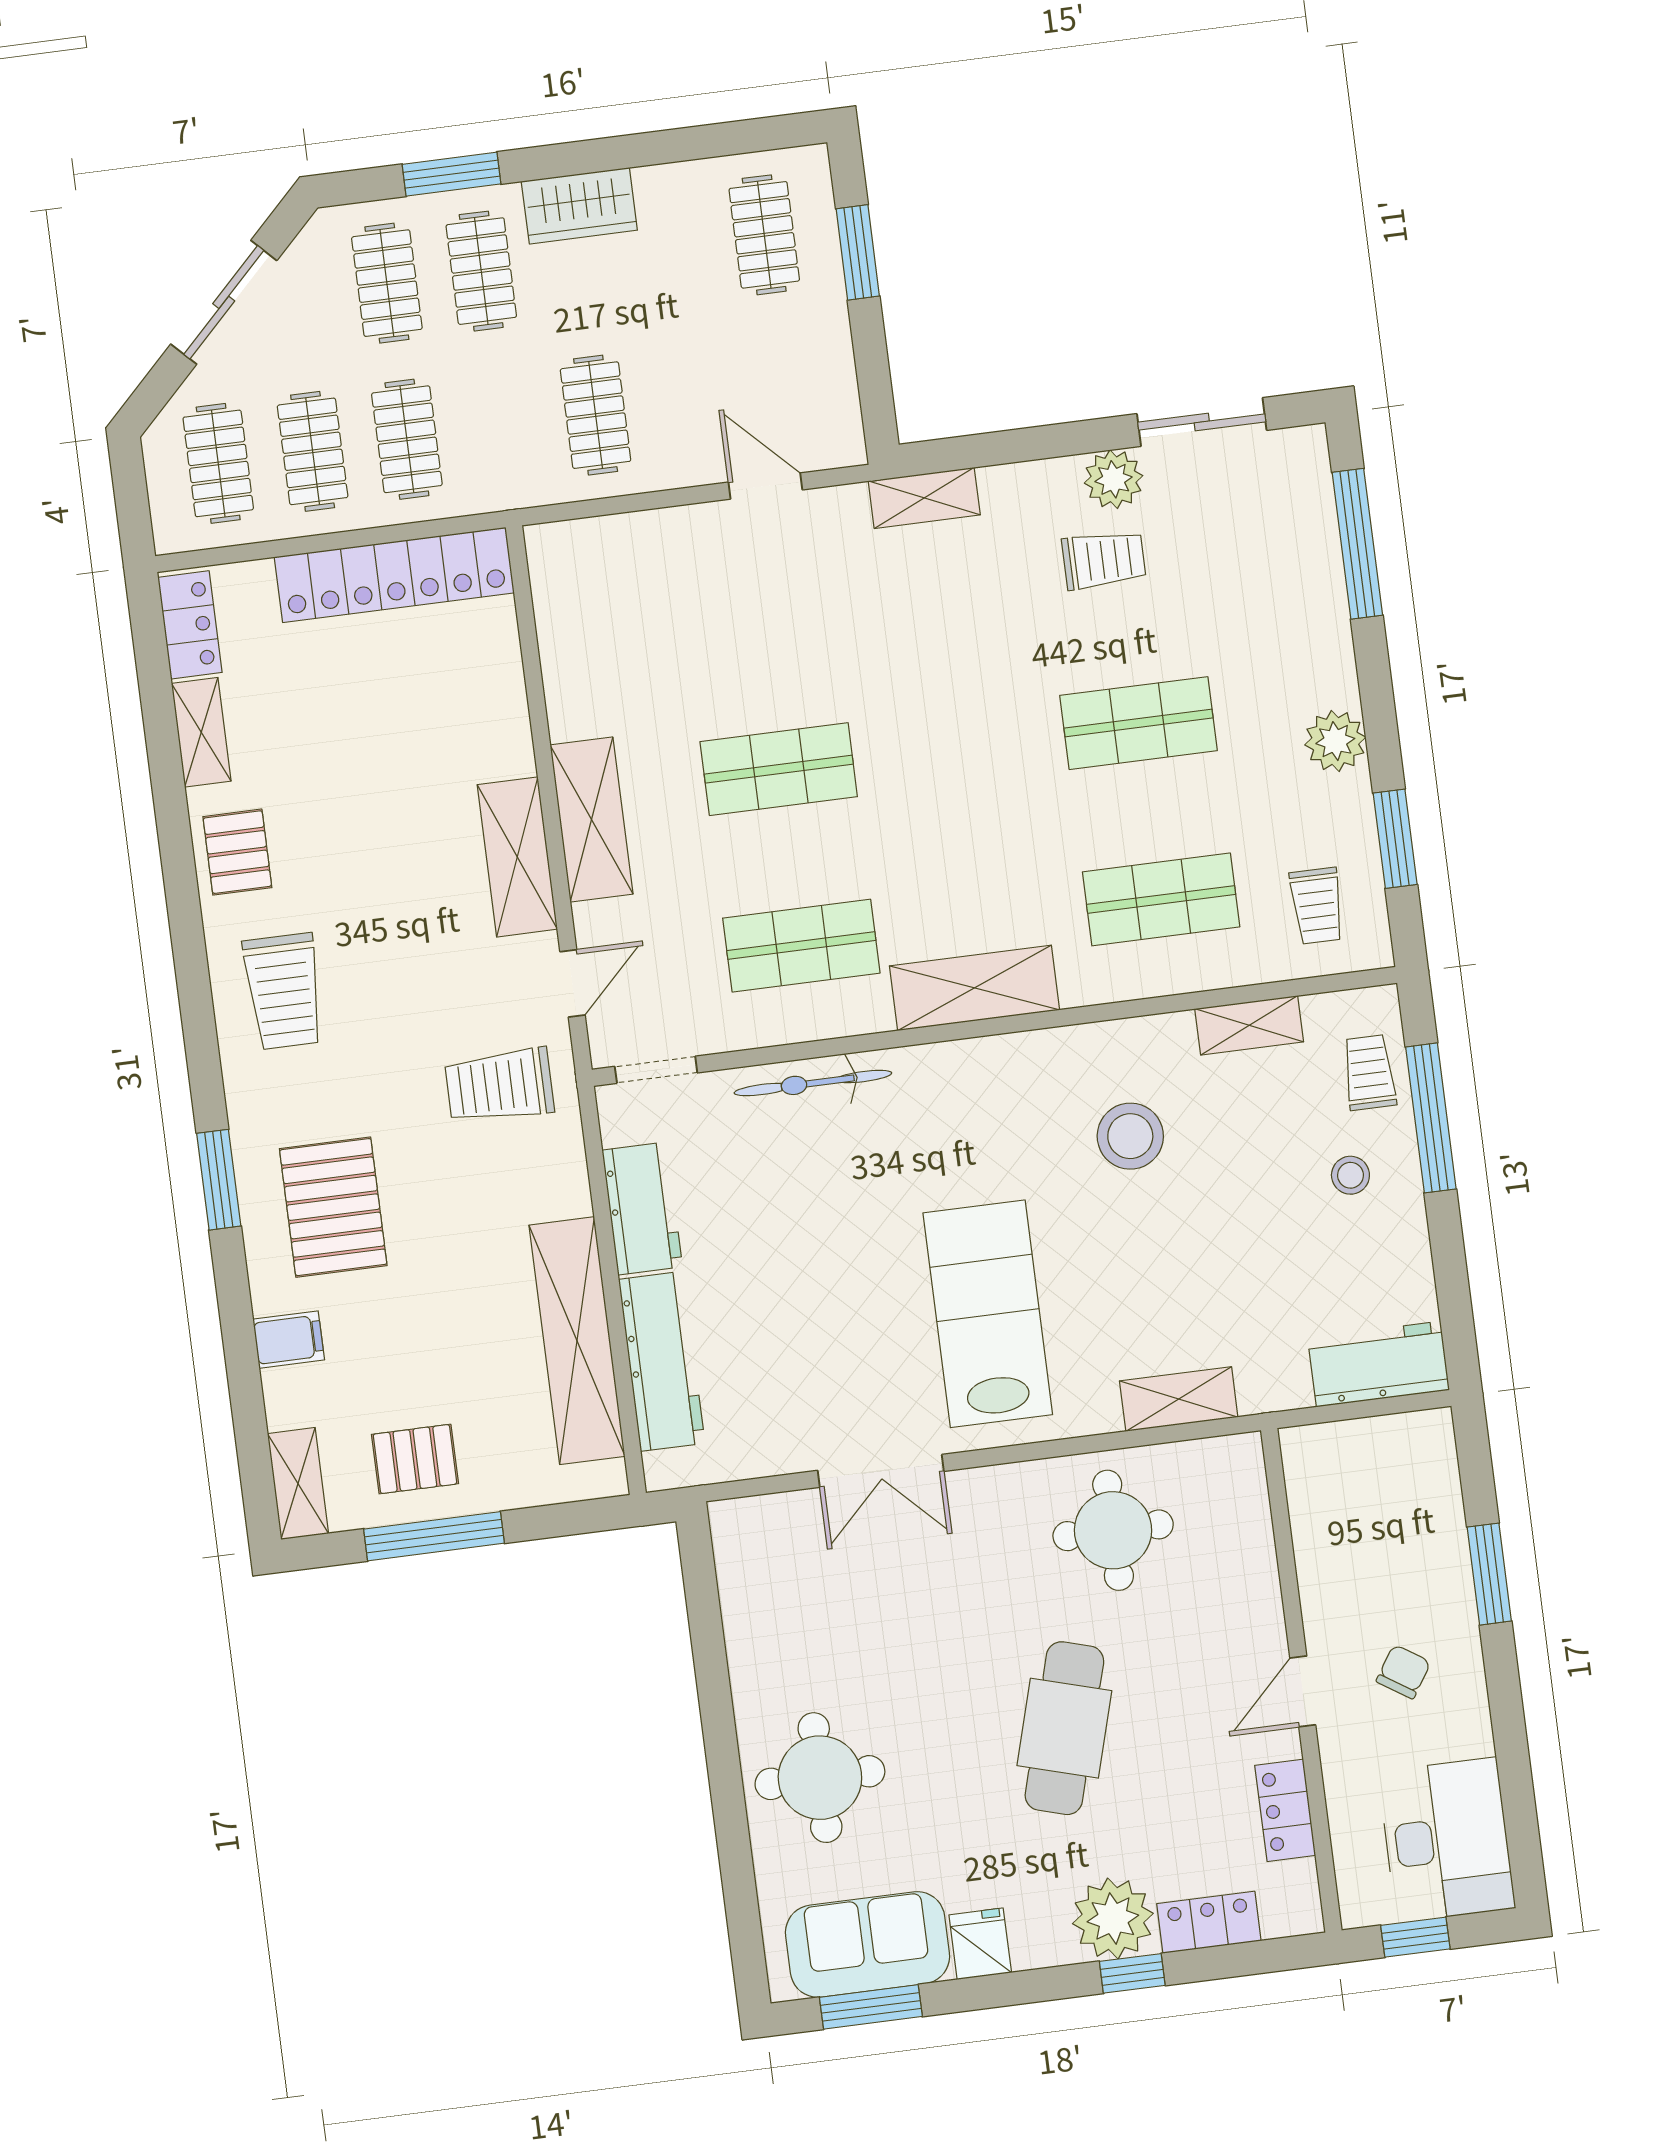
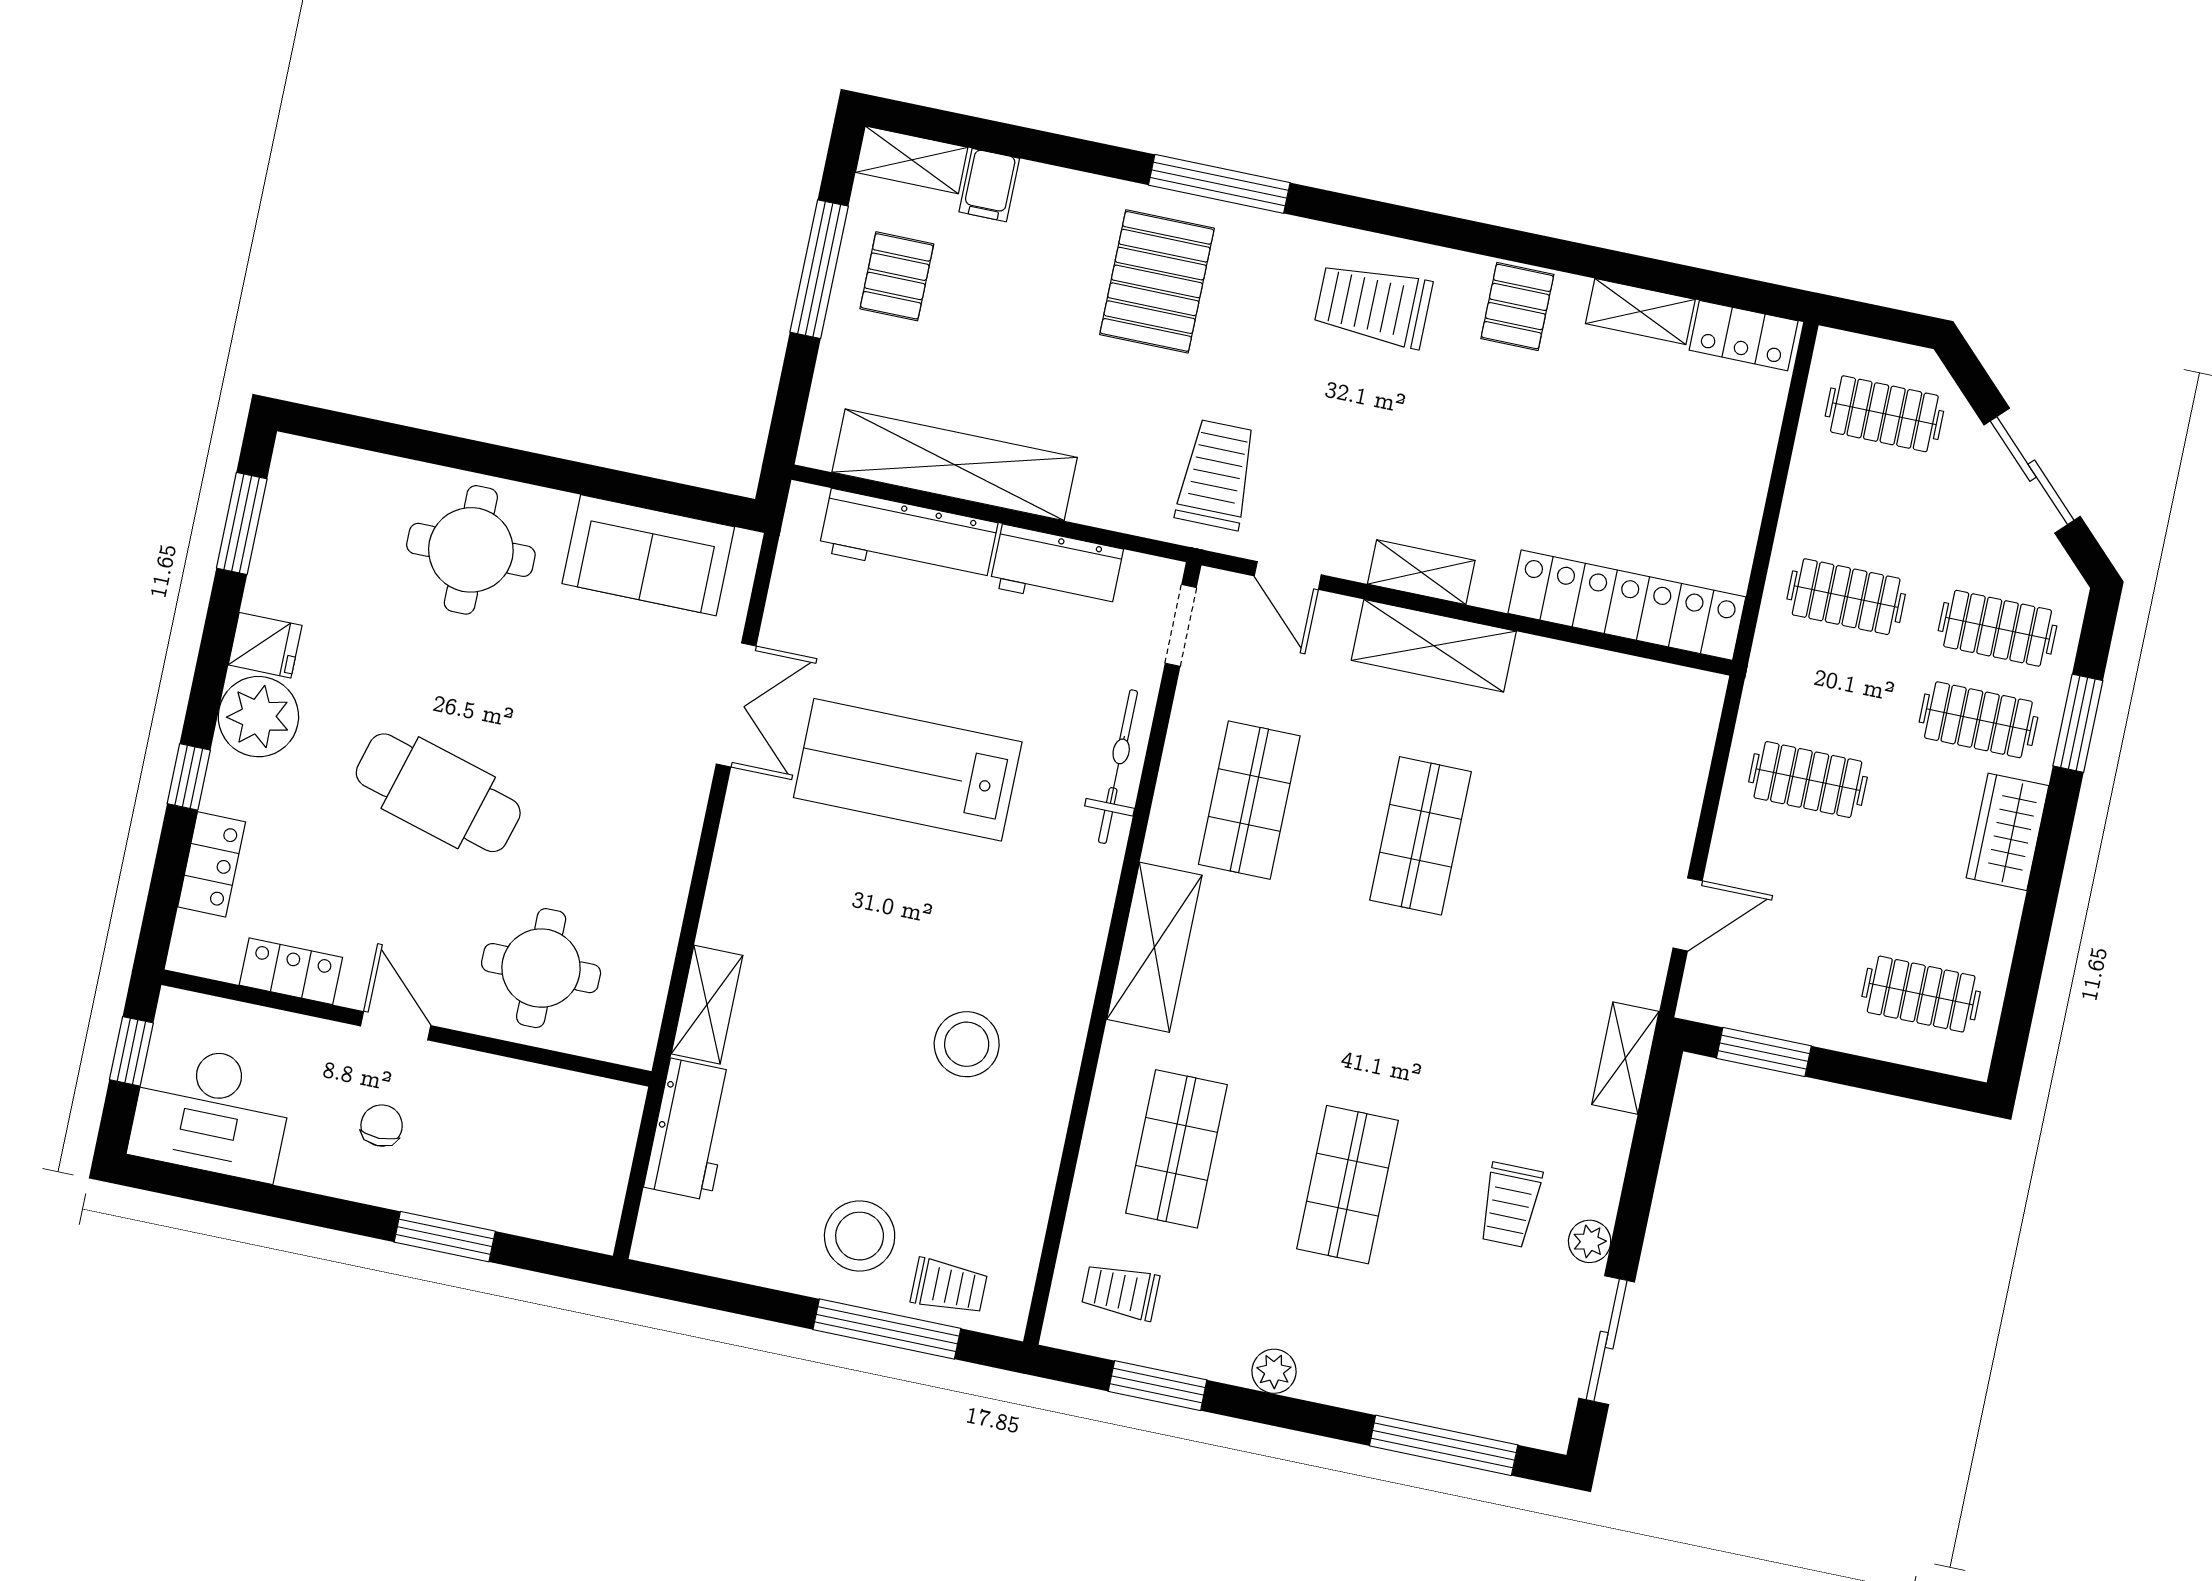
window: (858, 252) -> (1764, 1052), moved
clothes rail: (313, 451) -> (1865, 505), removed
plant: (1114, 479) -> (1590, 1241), width x0.73, depth x0.73
locker: (394, 575) -> (1627, 605), moved, turned 90
plant: (1335, 741) -> (1274, 1371), width x0.73, depth x0.73
pallet: (237, 852) -> (1517, 306), turned 90
shelving: (517, 857) -> (1421, 572), width x0.67, depth x0.75
shelving: (1249, 1025) -> (1031, 1190), removed
stool: (1350, 1175) -> (860, 1236), width x1.89, depth x1.89
window: (219, 1180) -> (1219, 184), width x1.44
pallet: (333, 1207) -> (1157, 281), turned 90
lab bench: (988, 1314) -> (908, 770), moved, turned 180
filing cabinet: (289, 1340) -> (989, 185), moved
workbench: (1378, 1364) -> (690, 1130), moved
double door: (881, 1471) -> (736, 705), swing flipped
round table: (1113, 1530) -> (541, 968), moved
chair: (1403, 1672) -> (382, 1126), turned -123
plant: (1113, 1919) -> (258, 717), moved
sofa: (868, 1944) -> (648, 555), moved, turned 90

